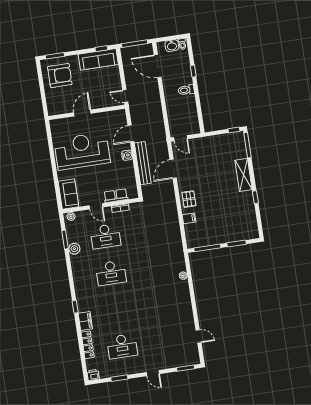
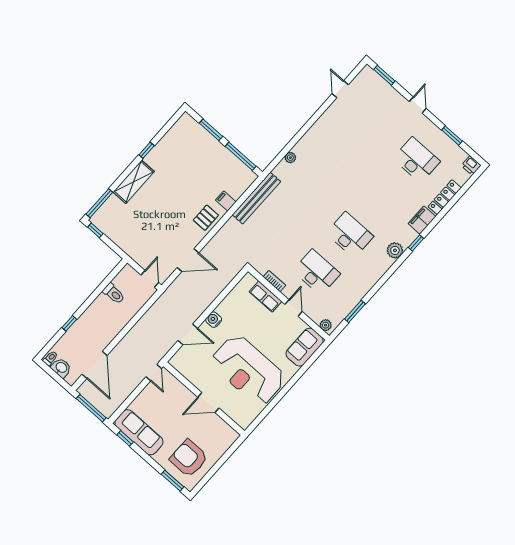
toilet: (186, 90) -> (114, 293), moved
bench: (143, 163) -> (256, 198), moved
plant: (74, 249) -> (395, 250), moved

